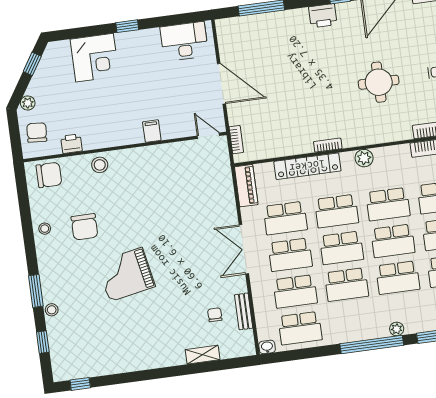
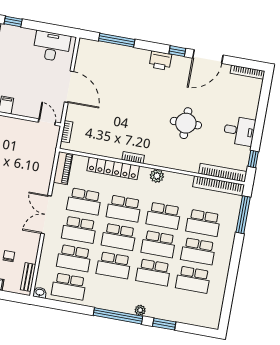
bench: (244, 311) -> (28, 277), moved

